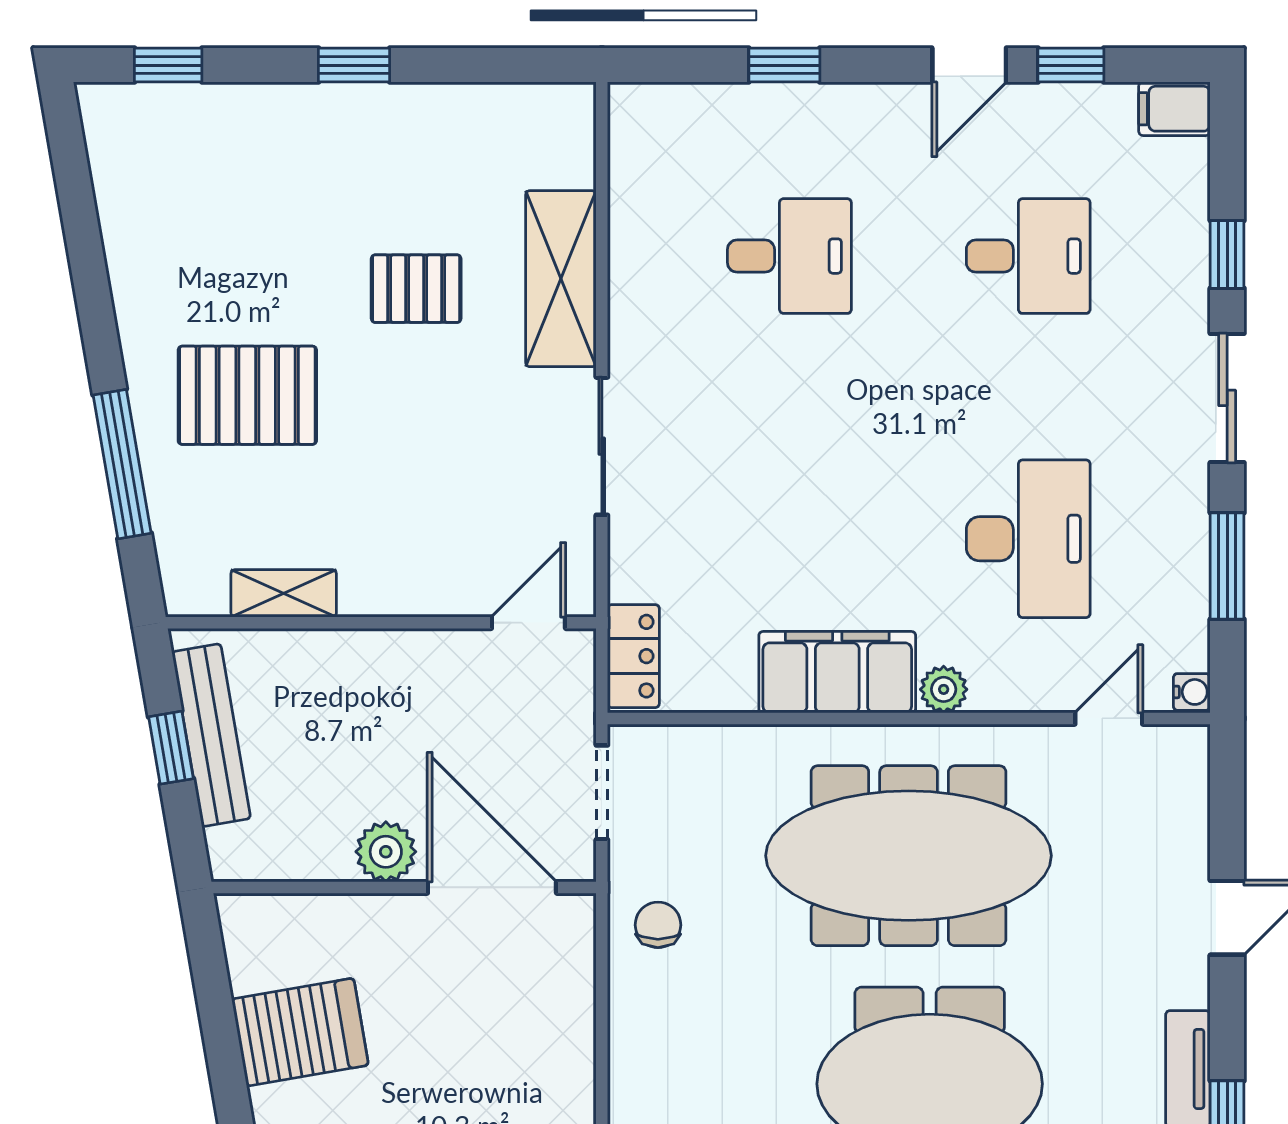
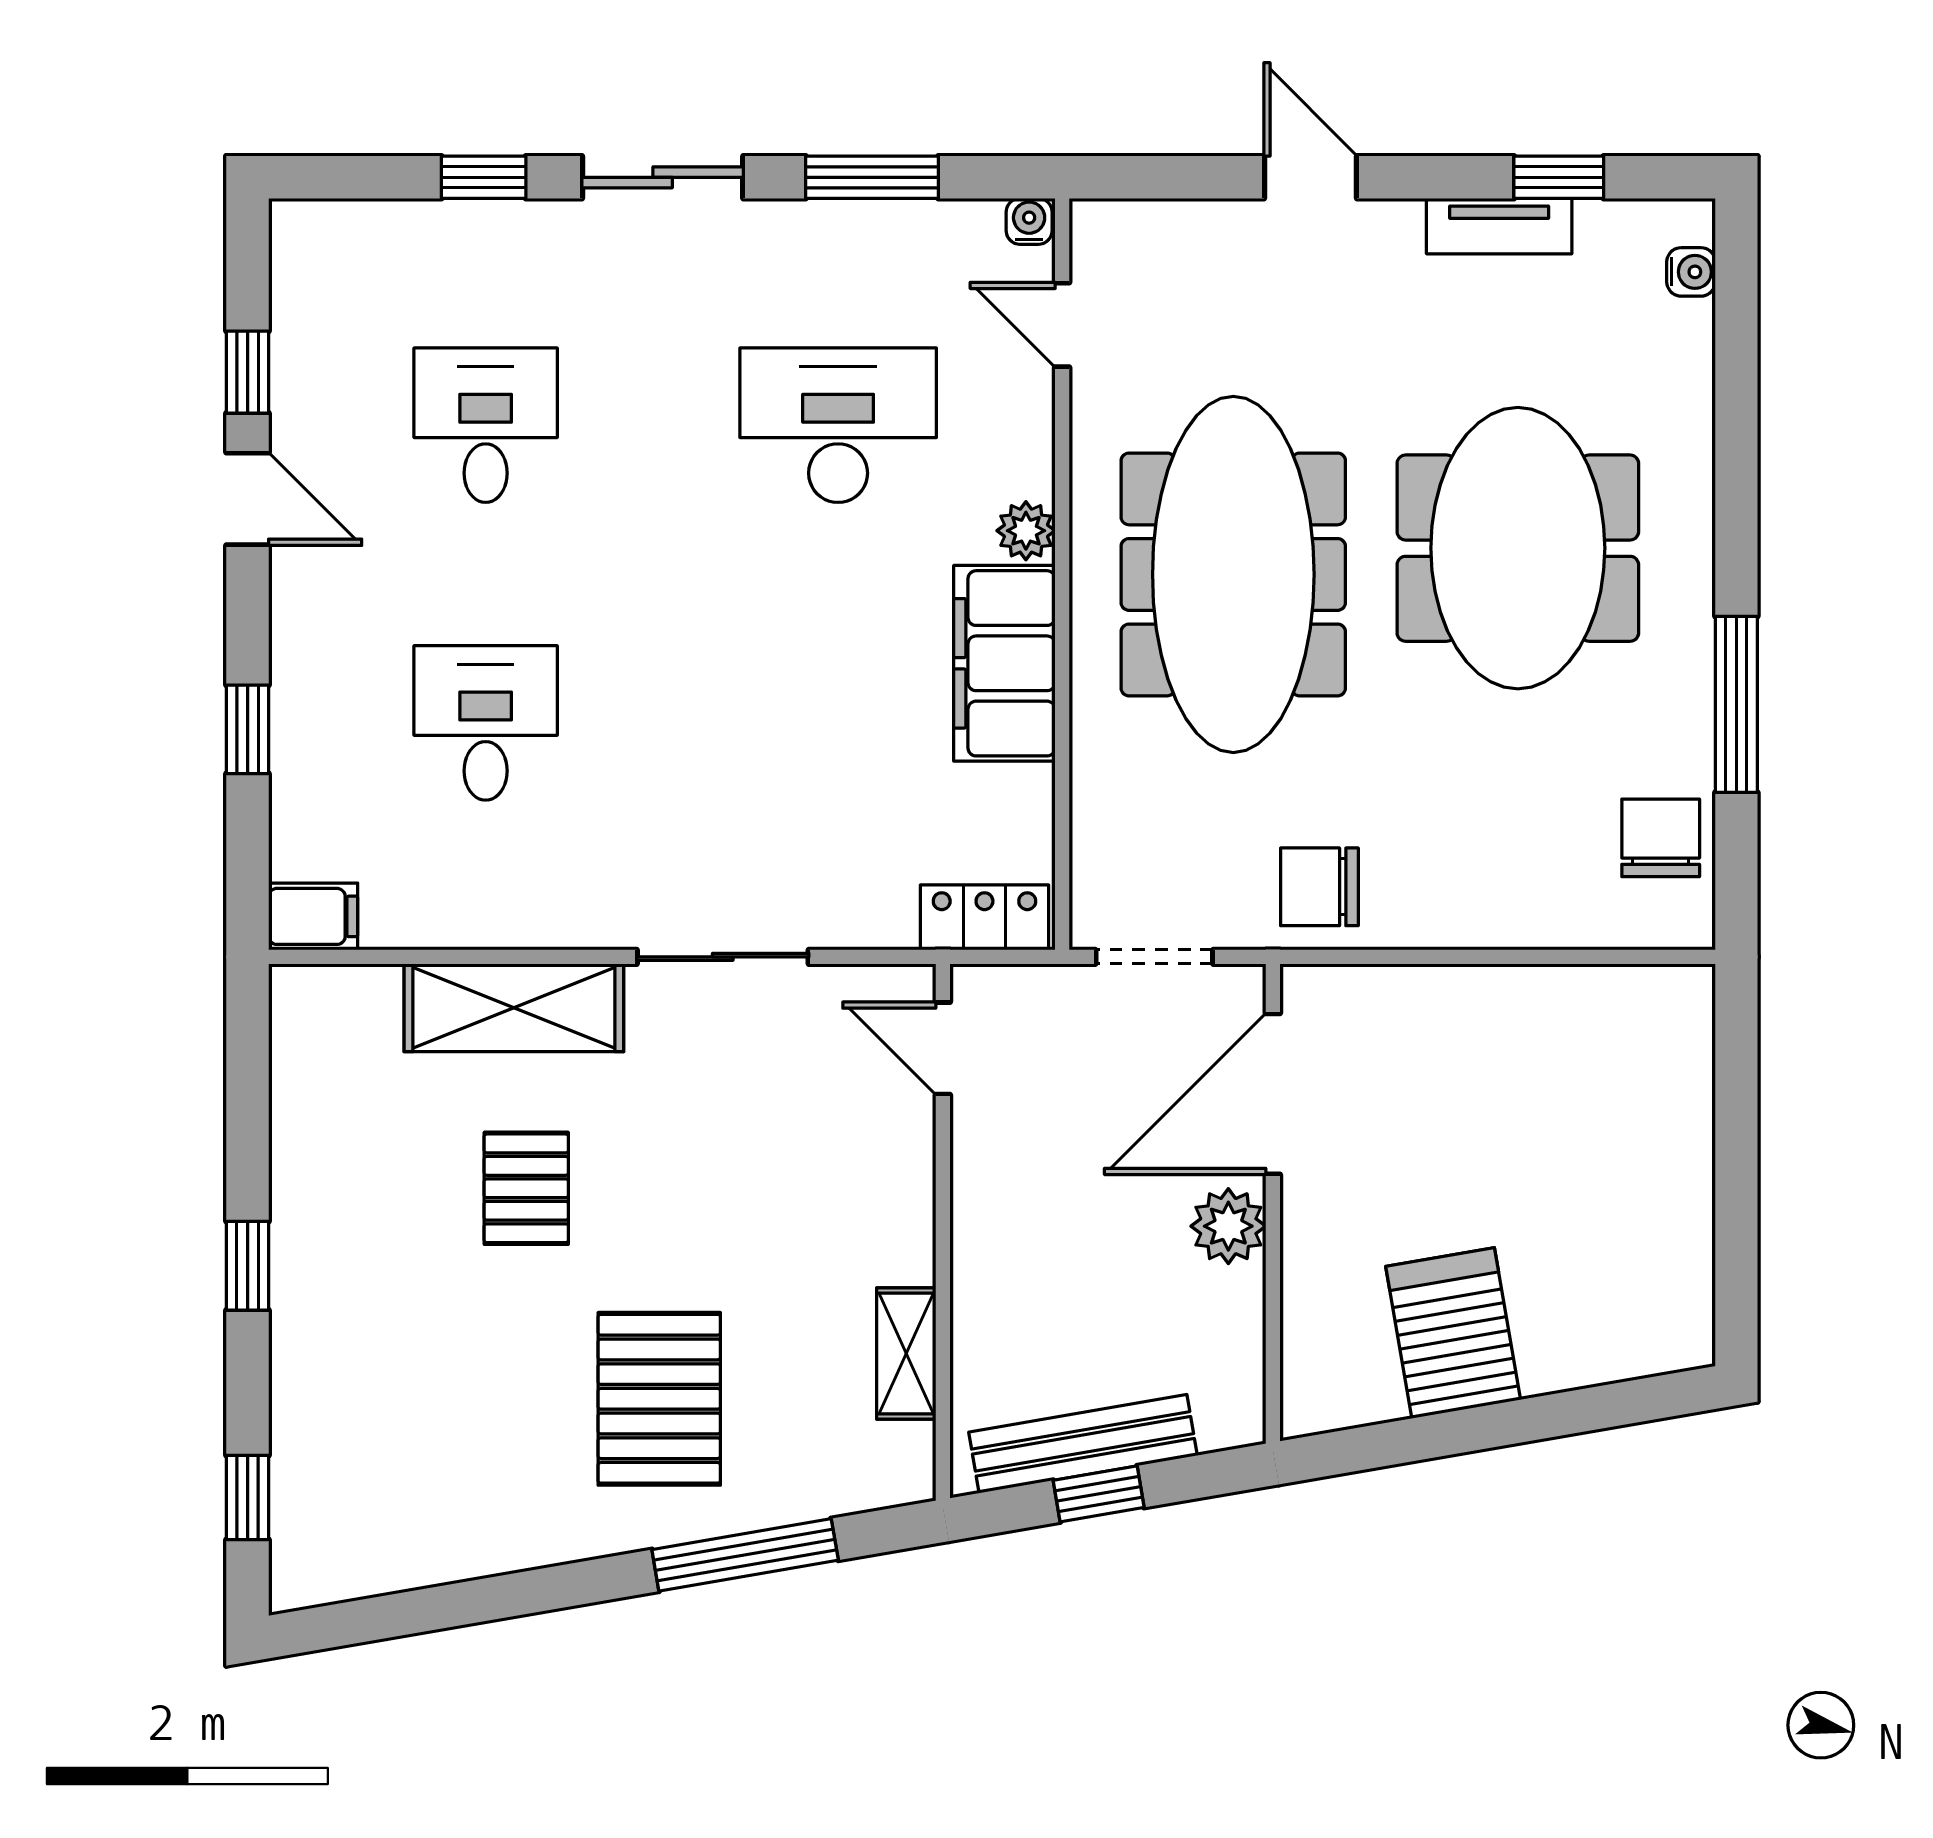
filing cabinet: (1174, 109) -> (313, 916), moved, turned -90
chair: (658, 925) -> (1319, 887), width x1.37, depth x1.37

